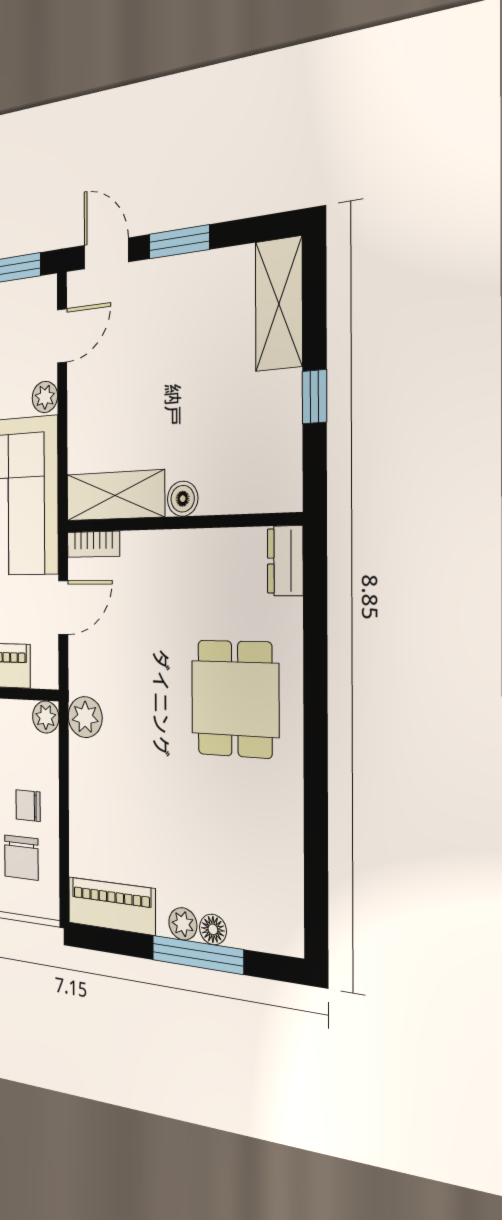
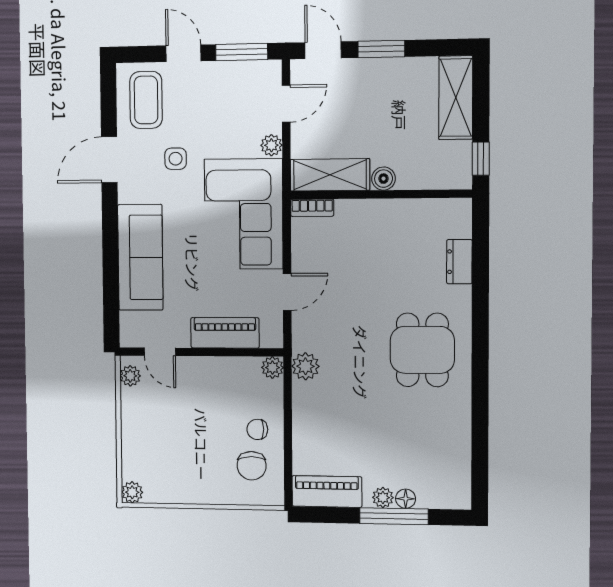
shelving: (115, 495) -> (330, 175), moved
boiler: (183, 499) -> (384, 179), moved
wall: (179, 523) -> (381, 194), moved
bookcase: (93, 544) -> (312, 208), moved

